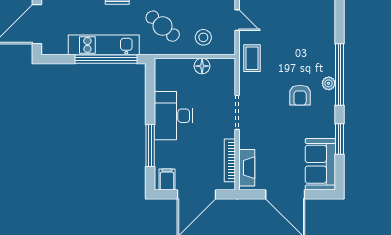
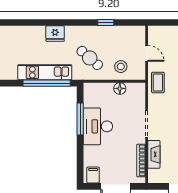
window: (150, 146) -> (80, 119), moved
fireplace: (247, 168) -> (154, 154), moved

